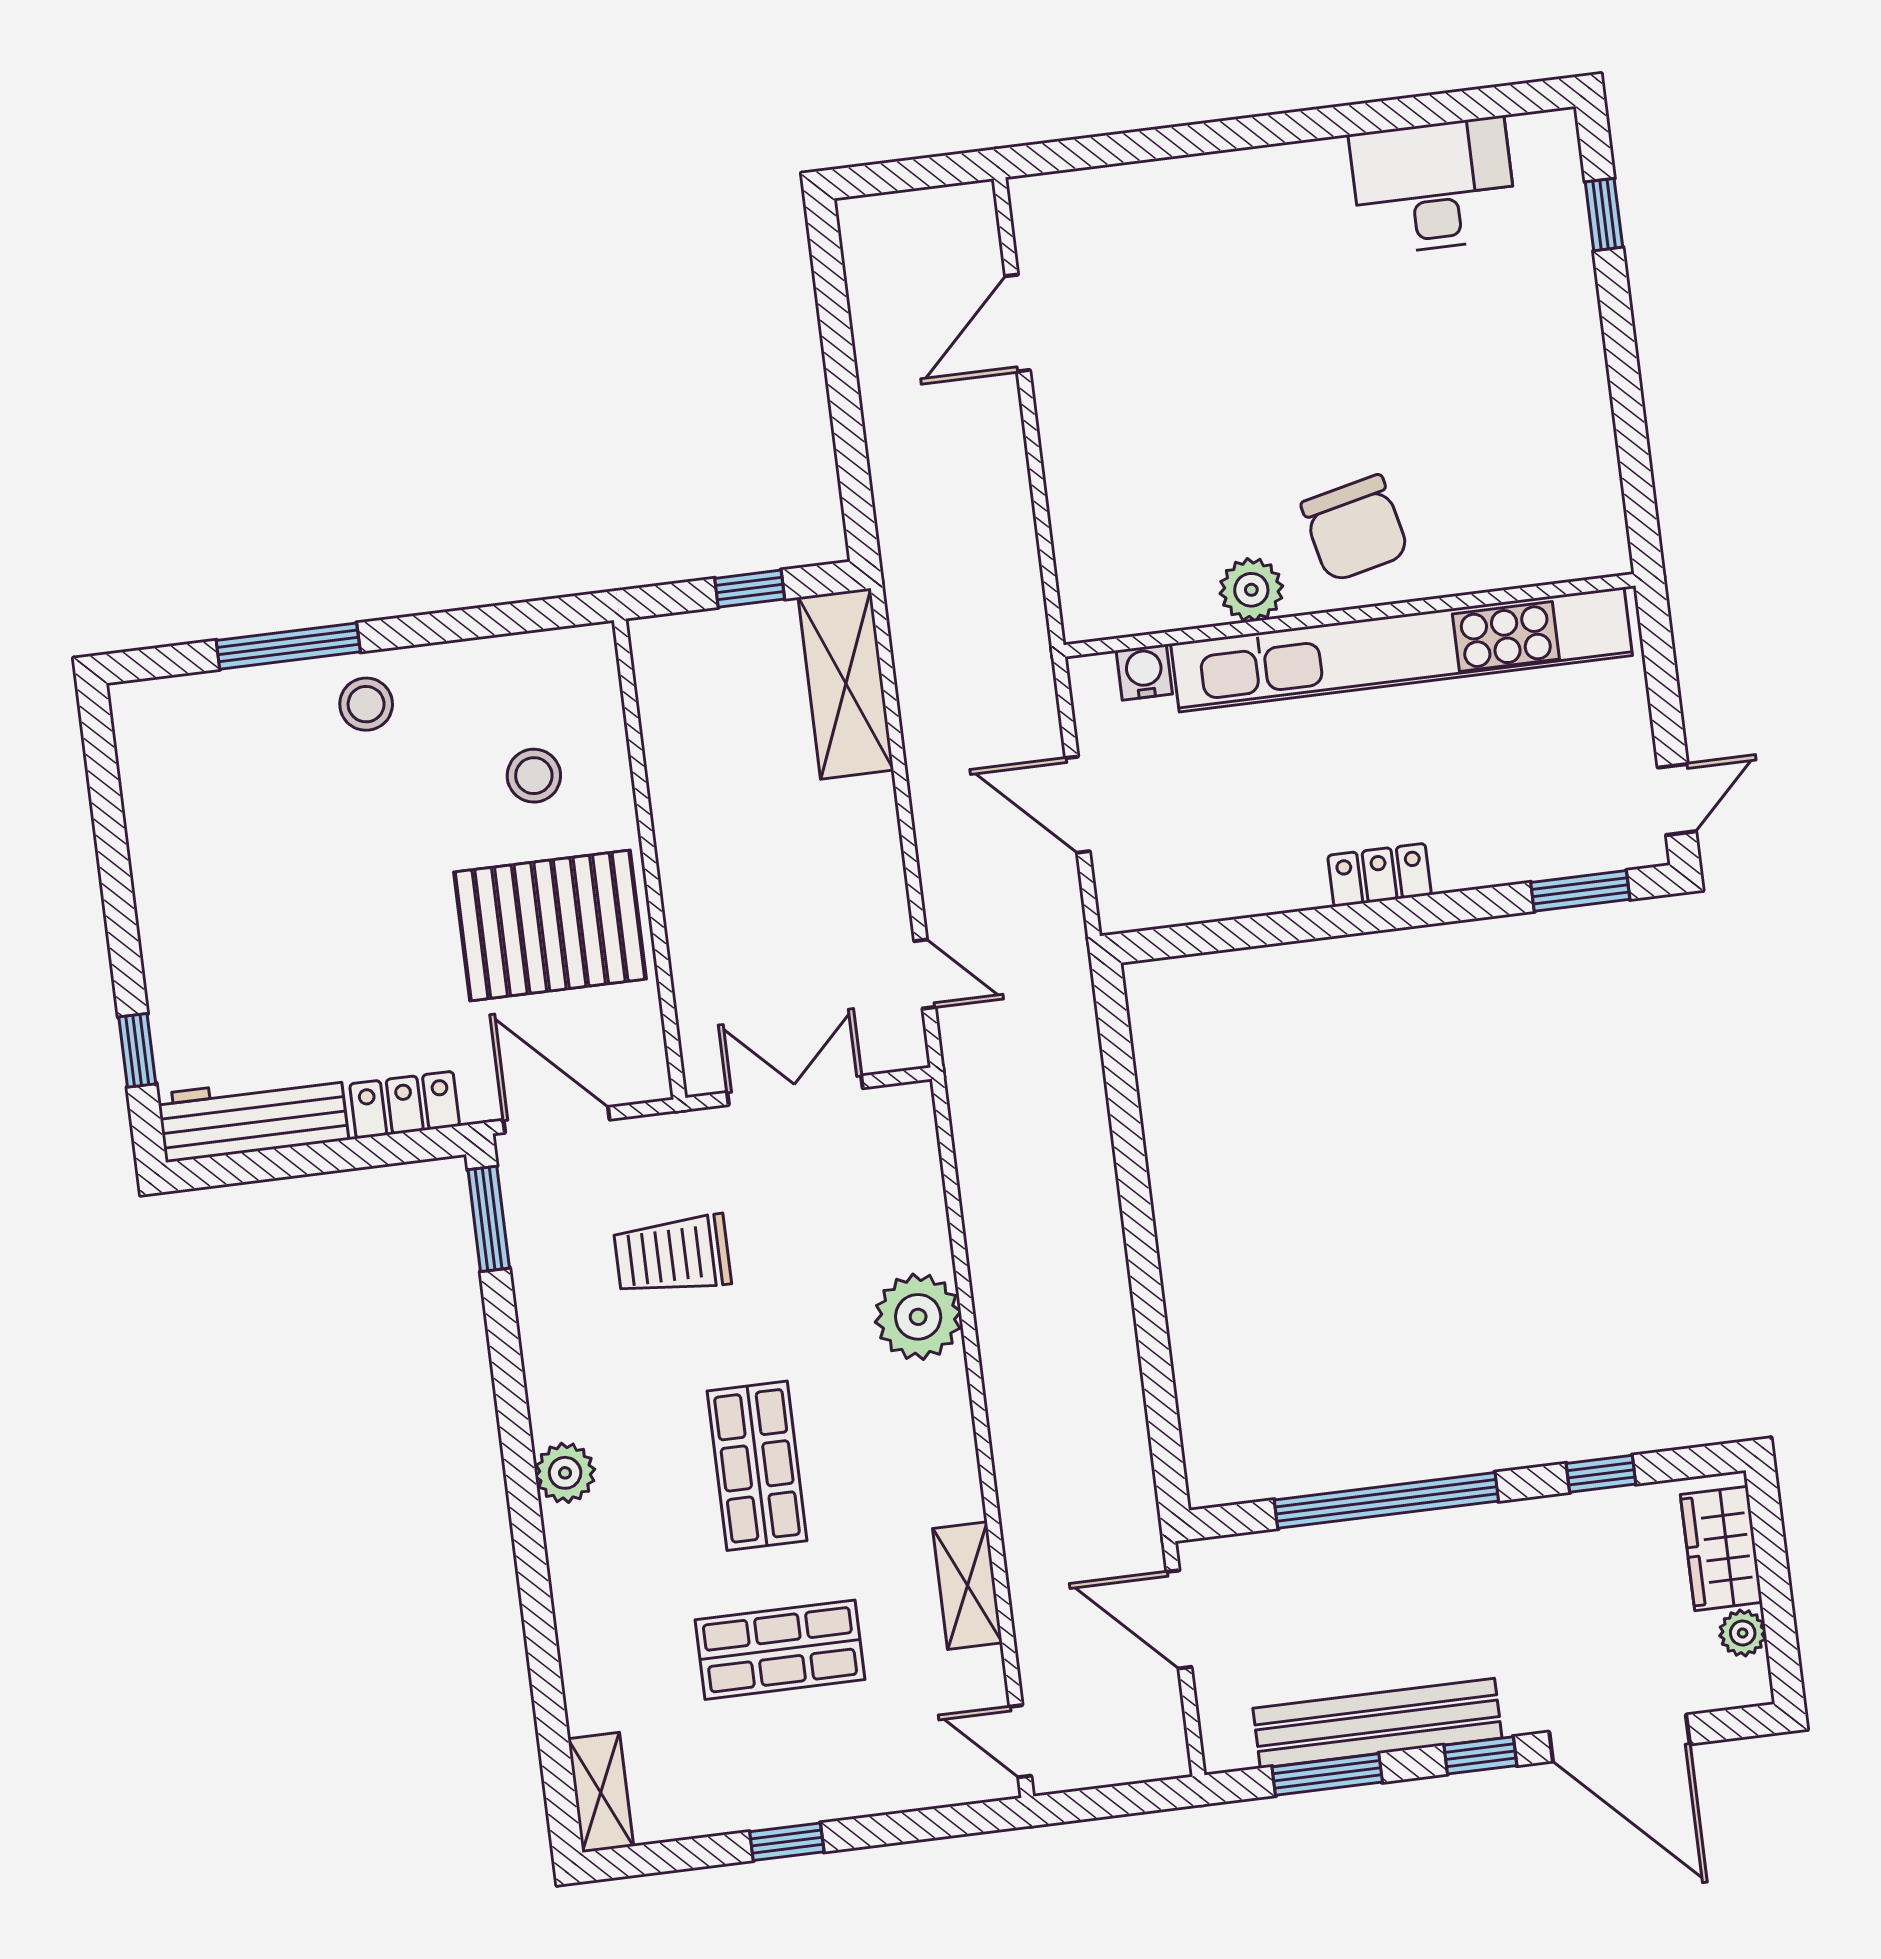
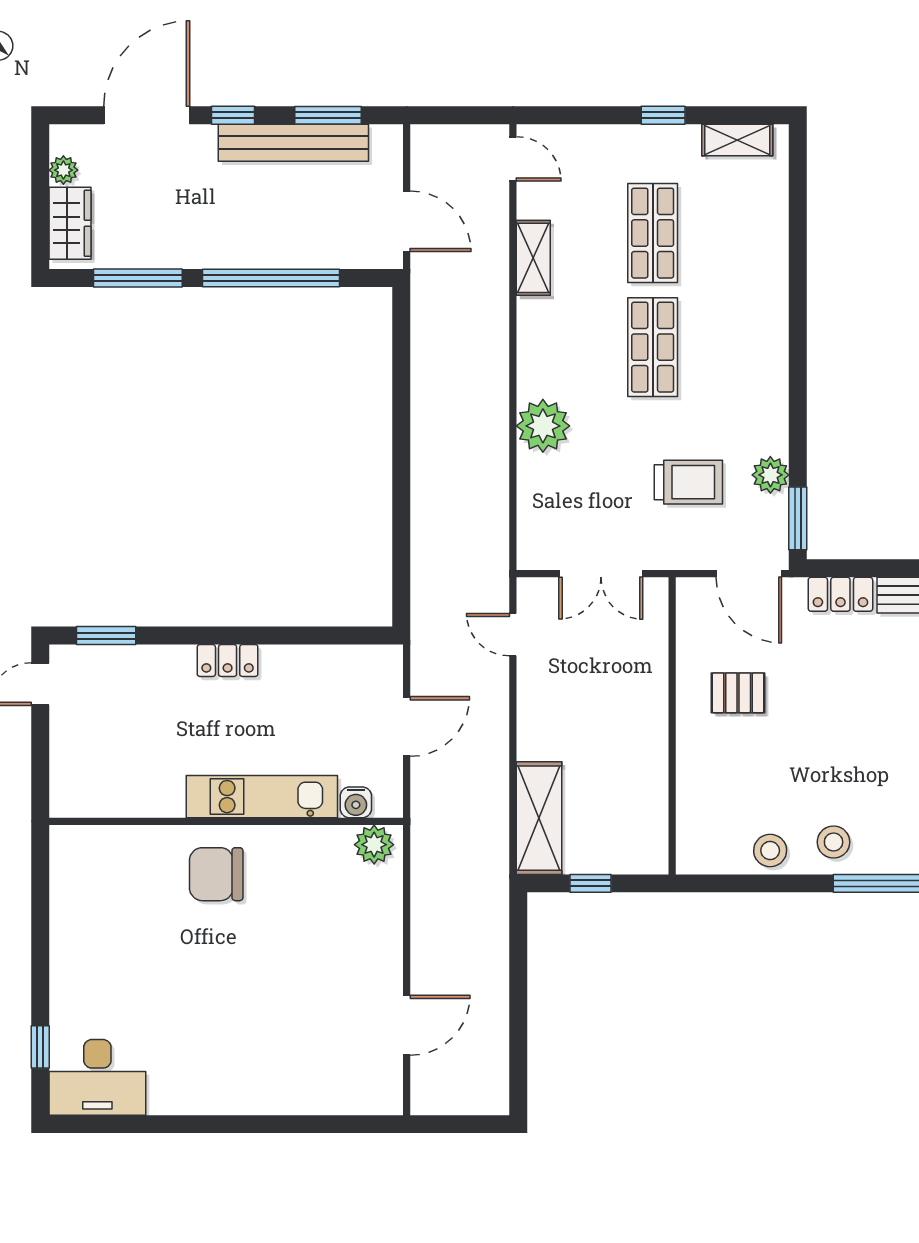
desk: (1433, 186) -> (97, 1077), moved
chair: (1355, 528) -> (216, 874), turned -77
plant: (1251, 590) -> (374, 845), moved
kitchen unit: (1402, 650) -> (262, 797), width x0.54
stool: (534, 776) -> (770, 851), moved
door: (1078, 805) -> (407, 726), hinge flipped
pallet: (550, 926) -> (738, 693), width x0.49, depth x0.50
plant: (565, 1473) -> (770, 475), moved
window: (1601, 1474) -> (138, 278), width x2.17
shop shelf: (780, 1650) -> (653, 233), turned 90
door: (1619, 1738) -> (147, 115), hinge flipped
shelving: (601, 1792) -> (737, 140), moved, turned 90

